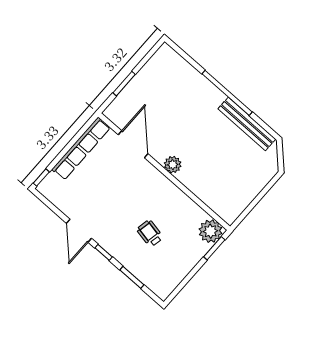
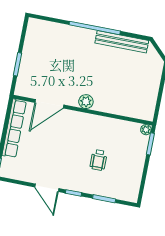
door: (133, 144) -> (49, 104), swing flipped
plant: (210, 231) -> (146, 130), width x0.53, depth x0.53
wheelchair: (150, 233) -> (98, 160), turned -101

